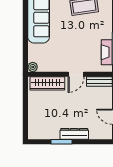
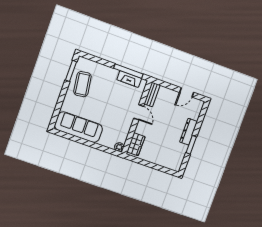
wardrobe: (47, 83) -> (136, 144), width x0.67

